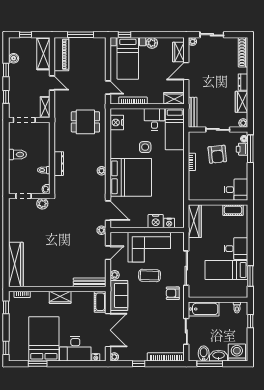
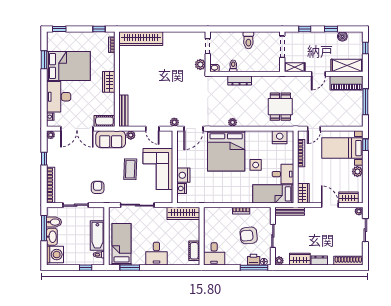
bed: (226, 270) -> (122, 244), moved
armchair: (173, 293) -> (98, 187), moved
bathtub: (204, 309) -> (97, 236), moved

